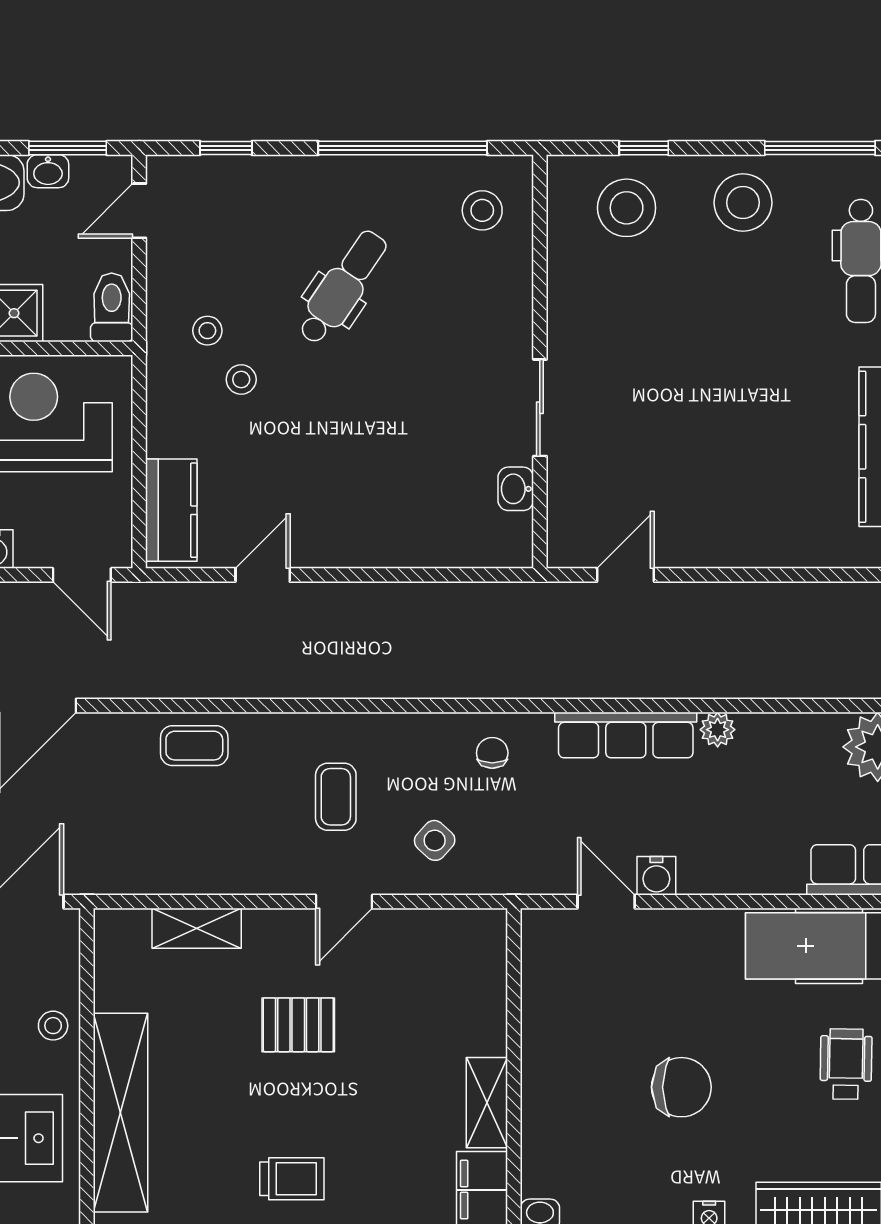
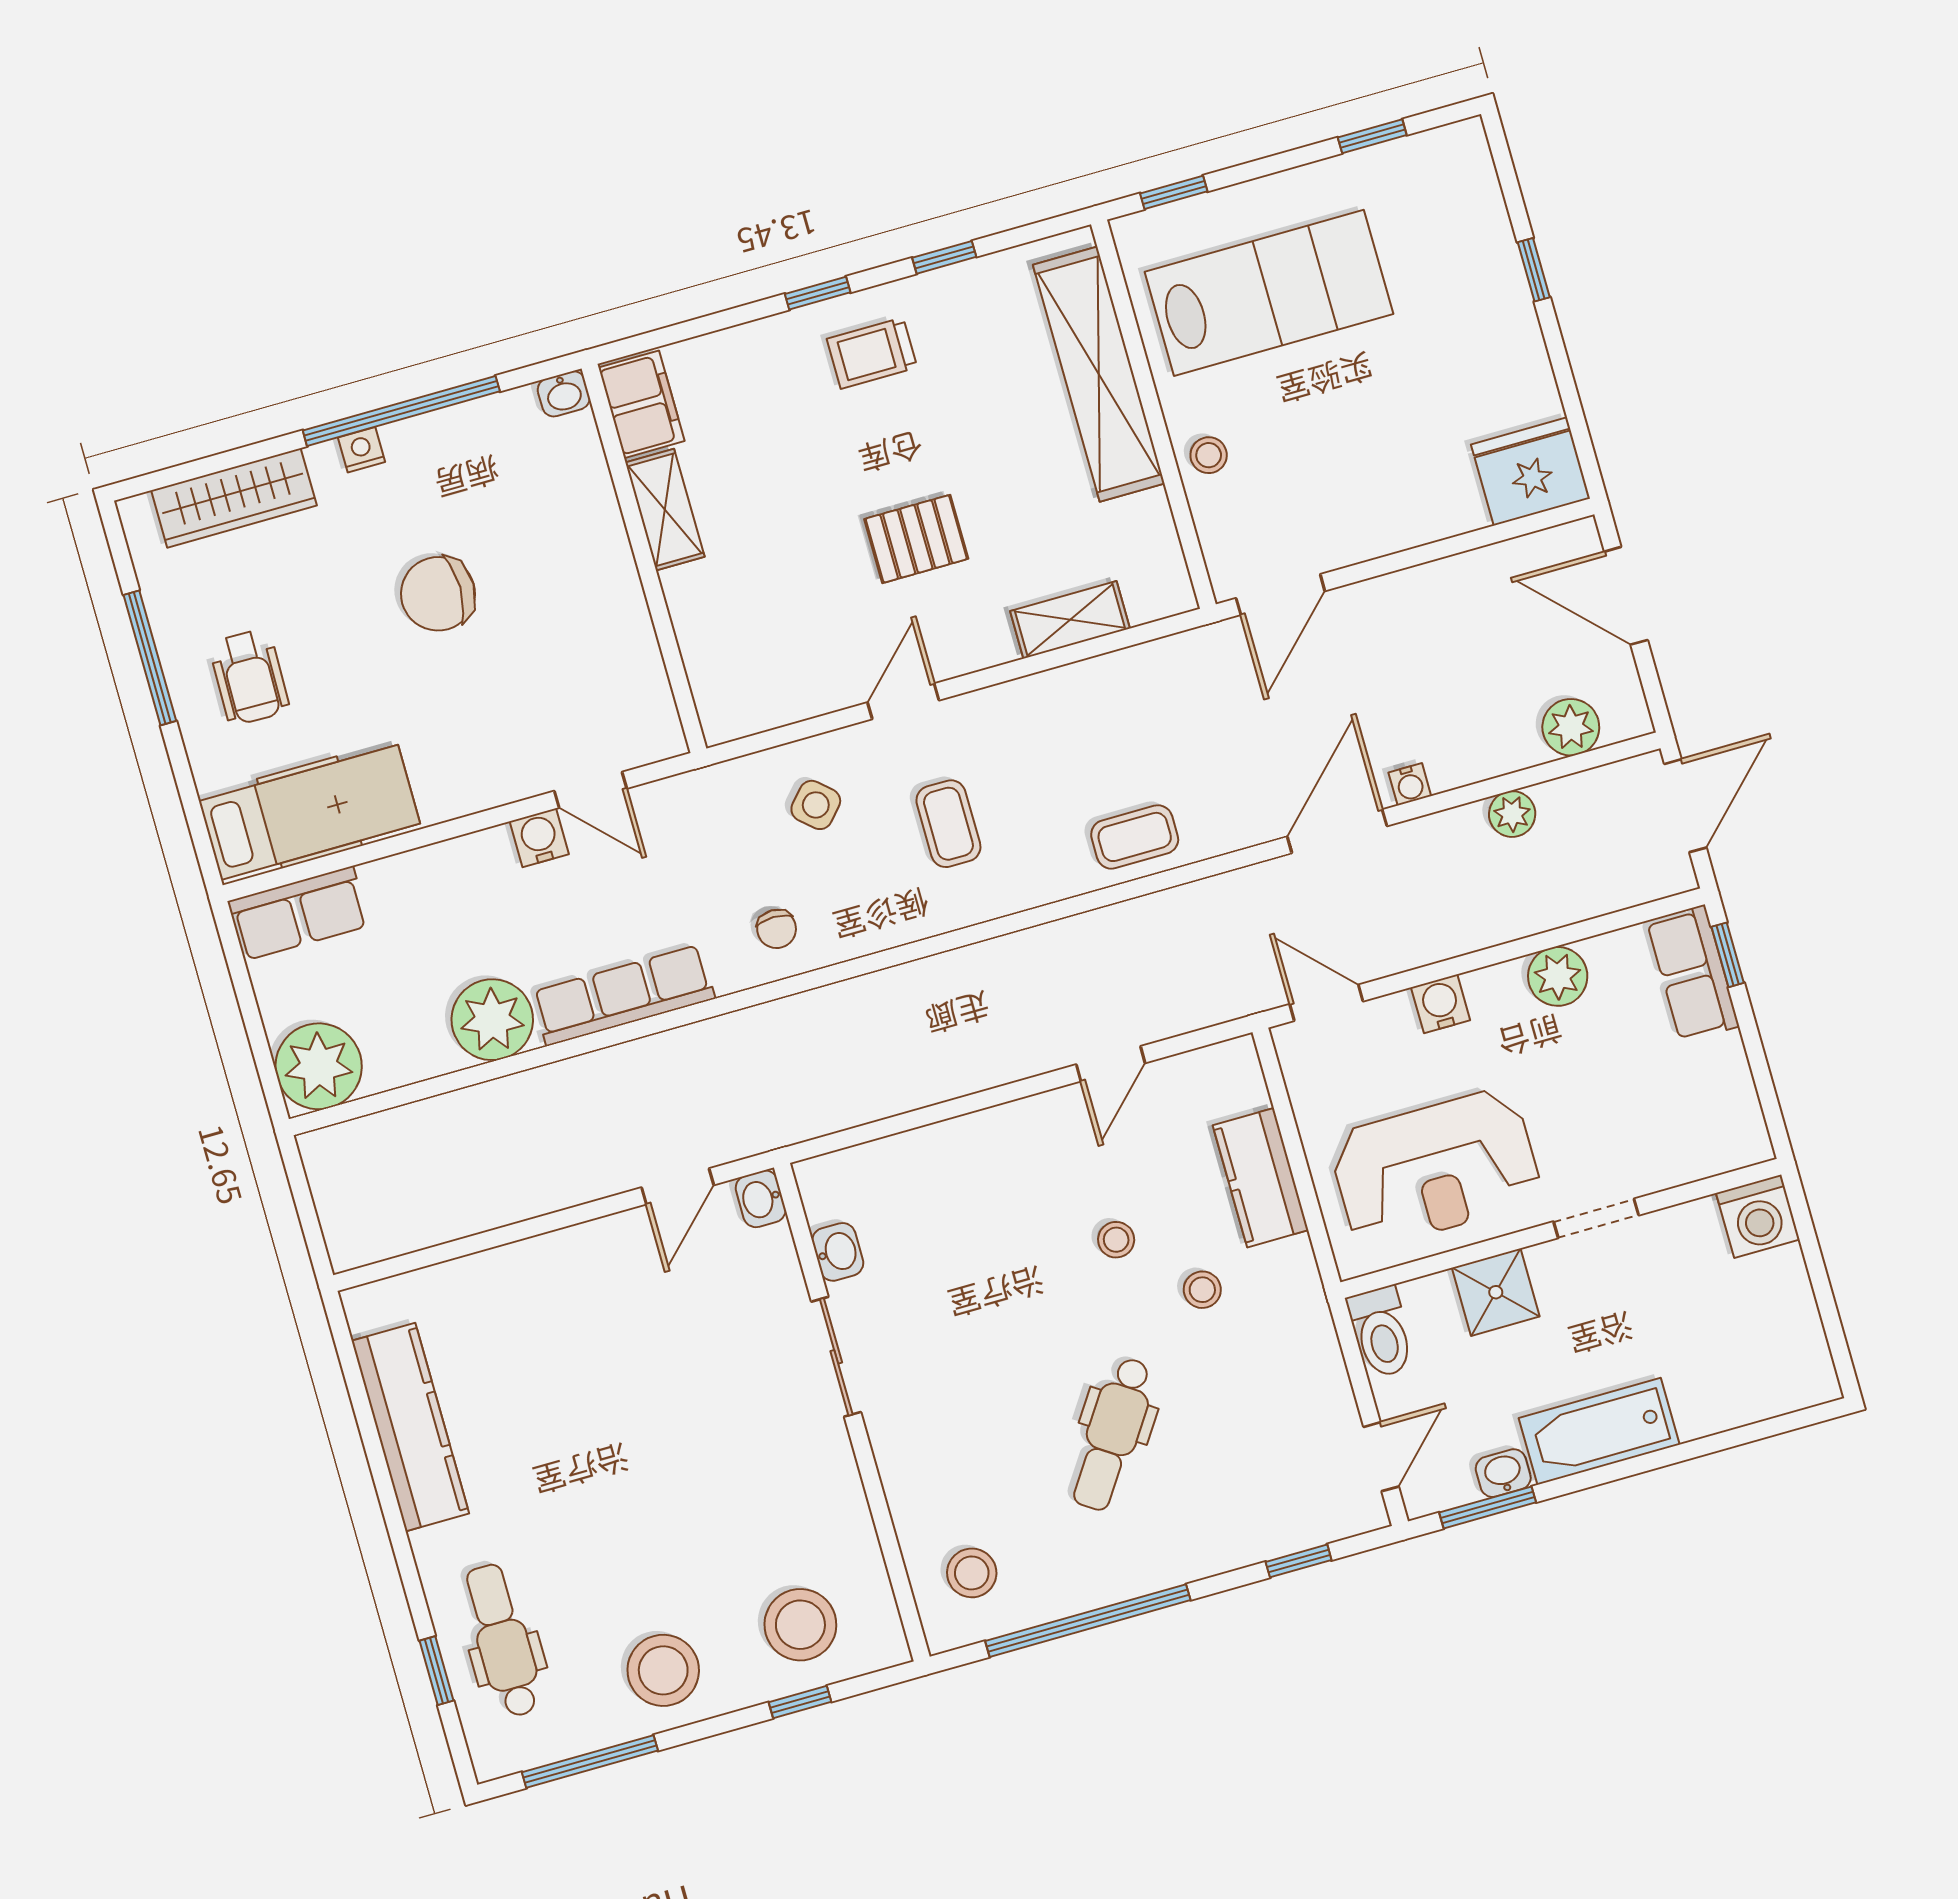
stool: (207, 331) -> (1116, 1240), moved
kitchen counter: (171, 510) -> (1261, 1178), moved
washbasin: (564, 547) -> (761, 1199), added
plant: (718, 730) -> (492, 1020), width x1.88, depth x1.88

